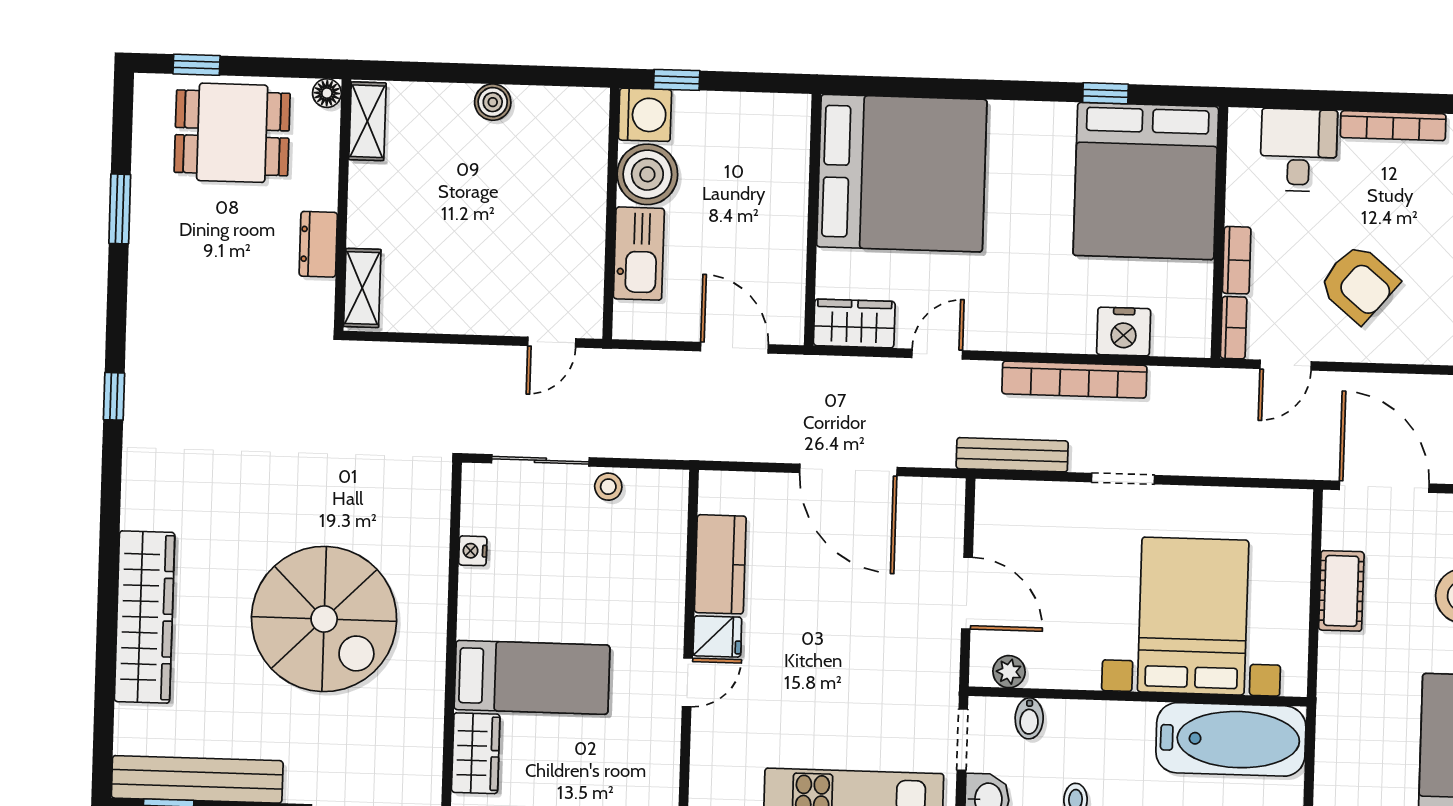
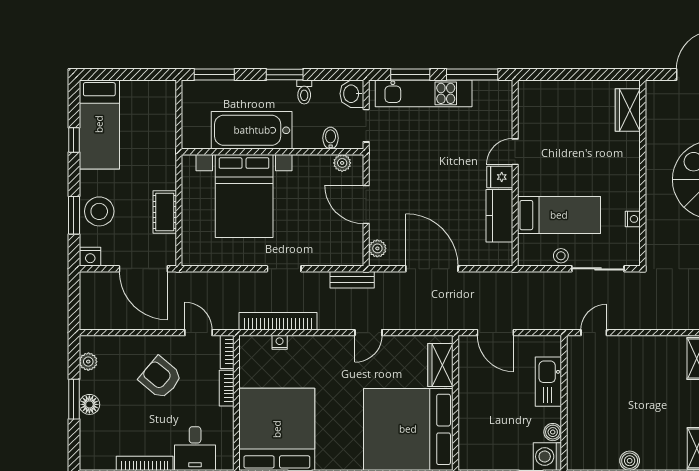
boiler: (647, 174) -> (553, 432), width x0.54, depth x0.54
wardrobe: (854, 323) -> (440, 365), moved, turned 90
nightstand: (1124, 332) -> (280, 342), width x0.53, depth x0.56
door: (937, 354) -> (368, 333), moved
door: (1286, 365) -> (198, 333), hinge flipped
bookcase: (1074, 380) -> (278, 321), moved
bench: (1012, 455) -> (352, 280), width x0.73
plant: (948, 511) -> (377, 248), added
bed: (532, 677) -> (559, 215), moved, turned 180
bathtub: (1231, 739) -> (252, 130), moved

